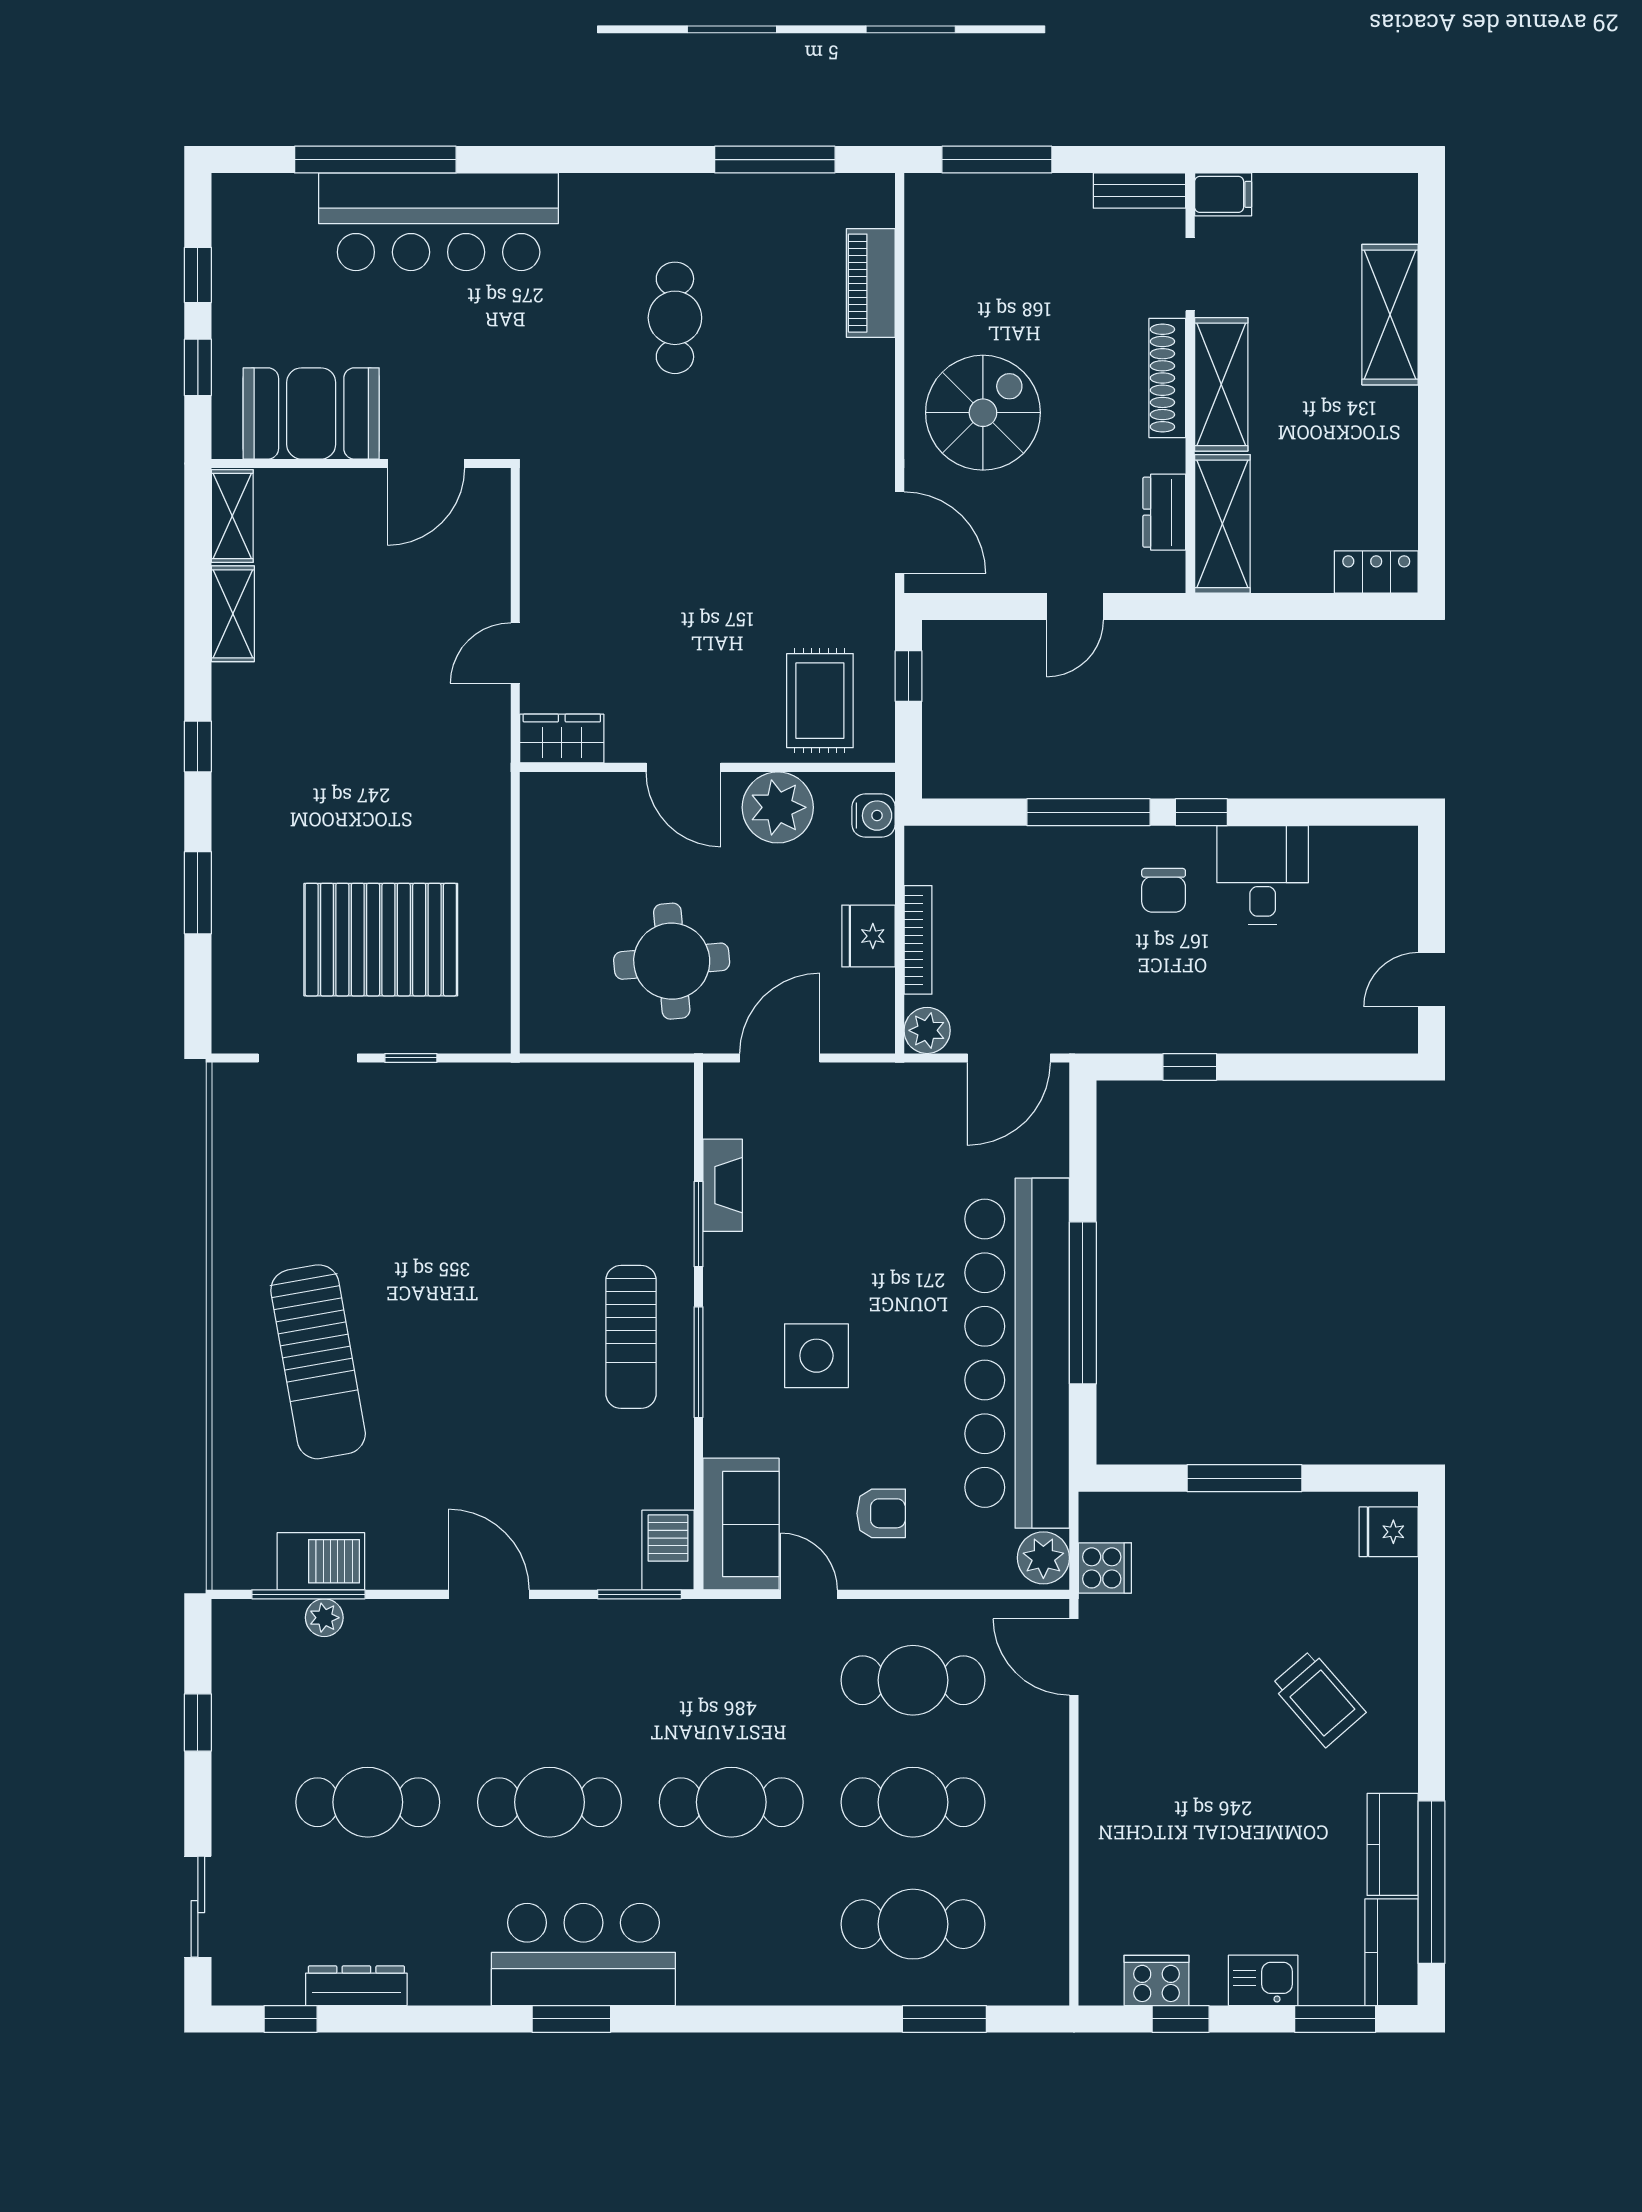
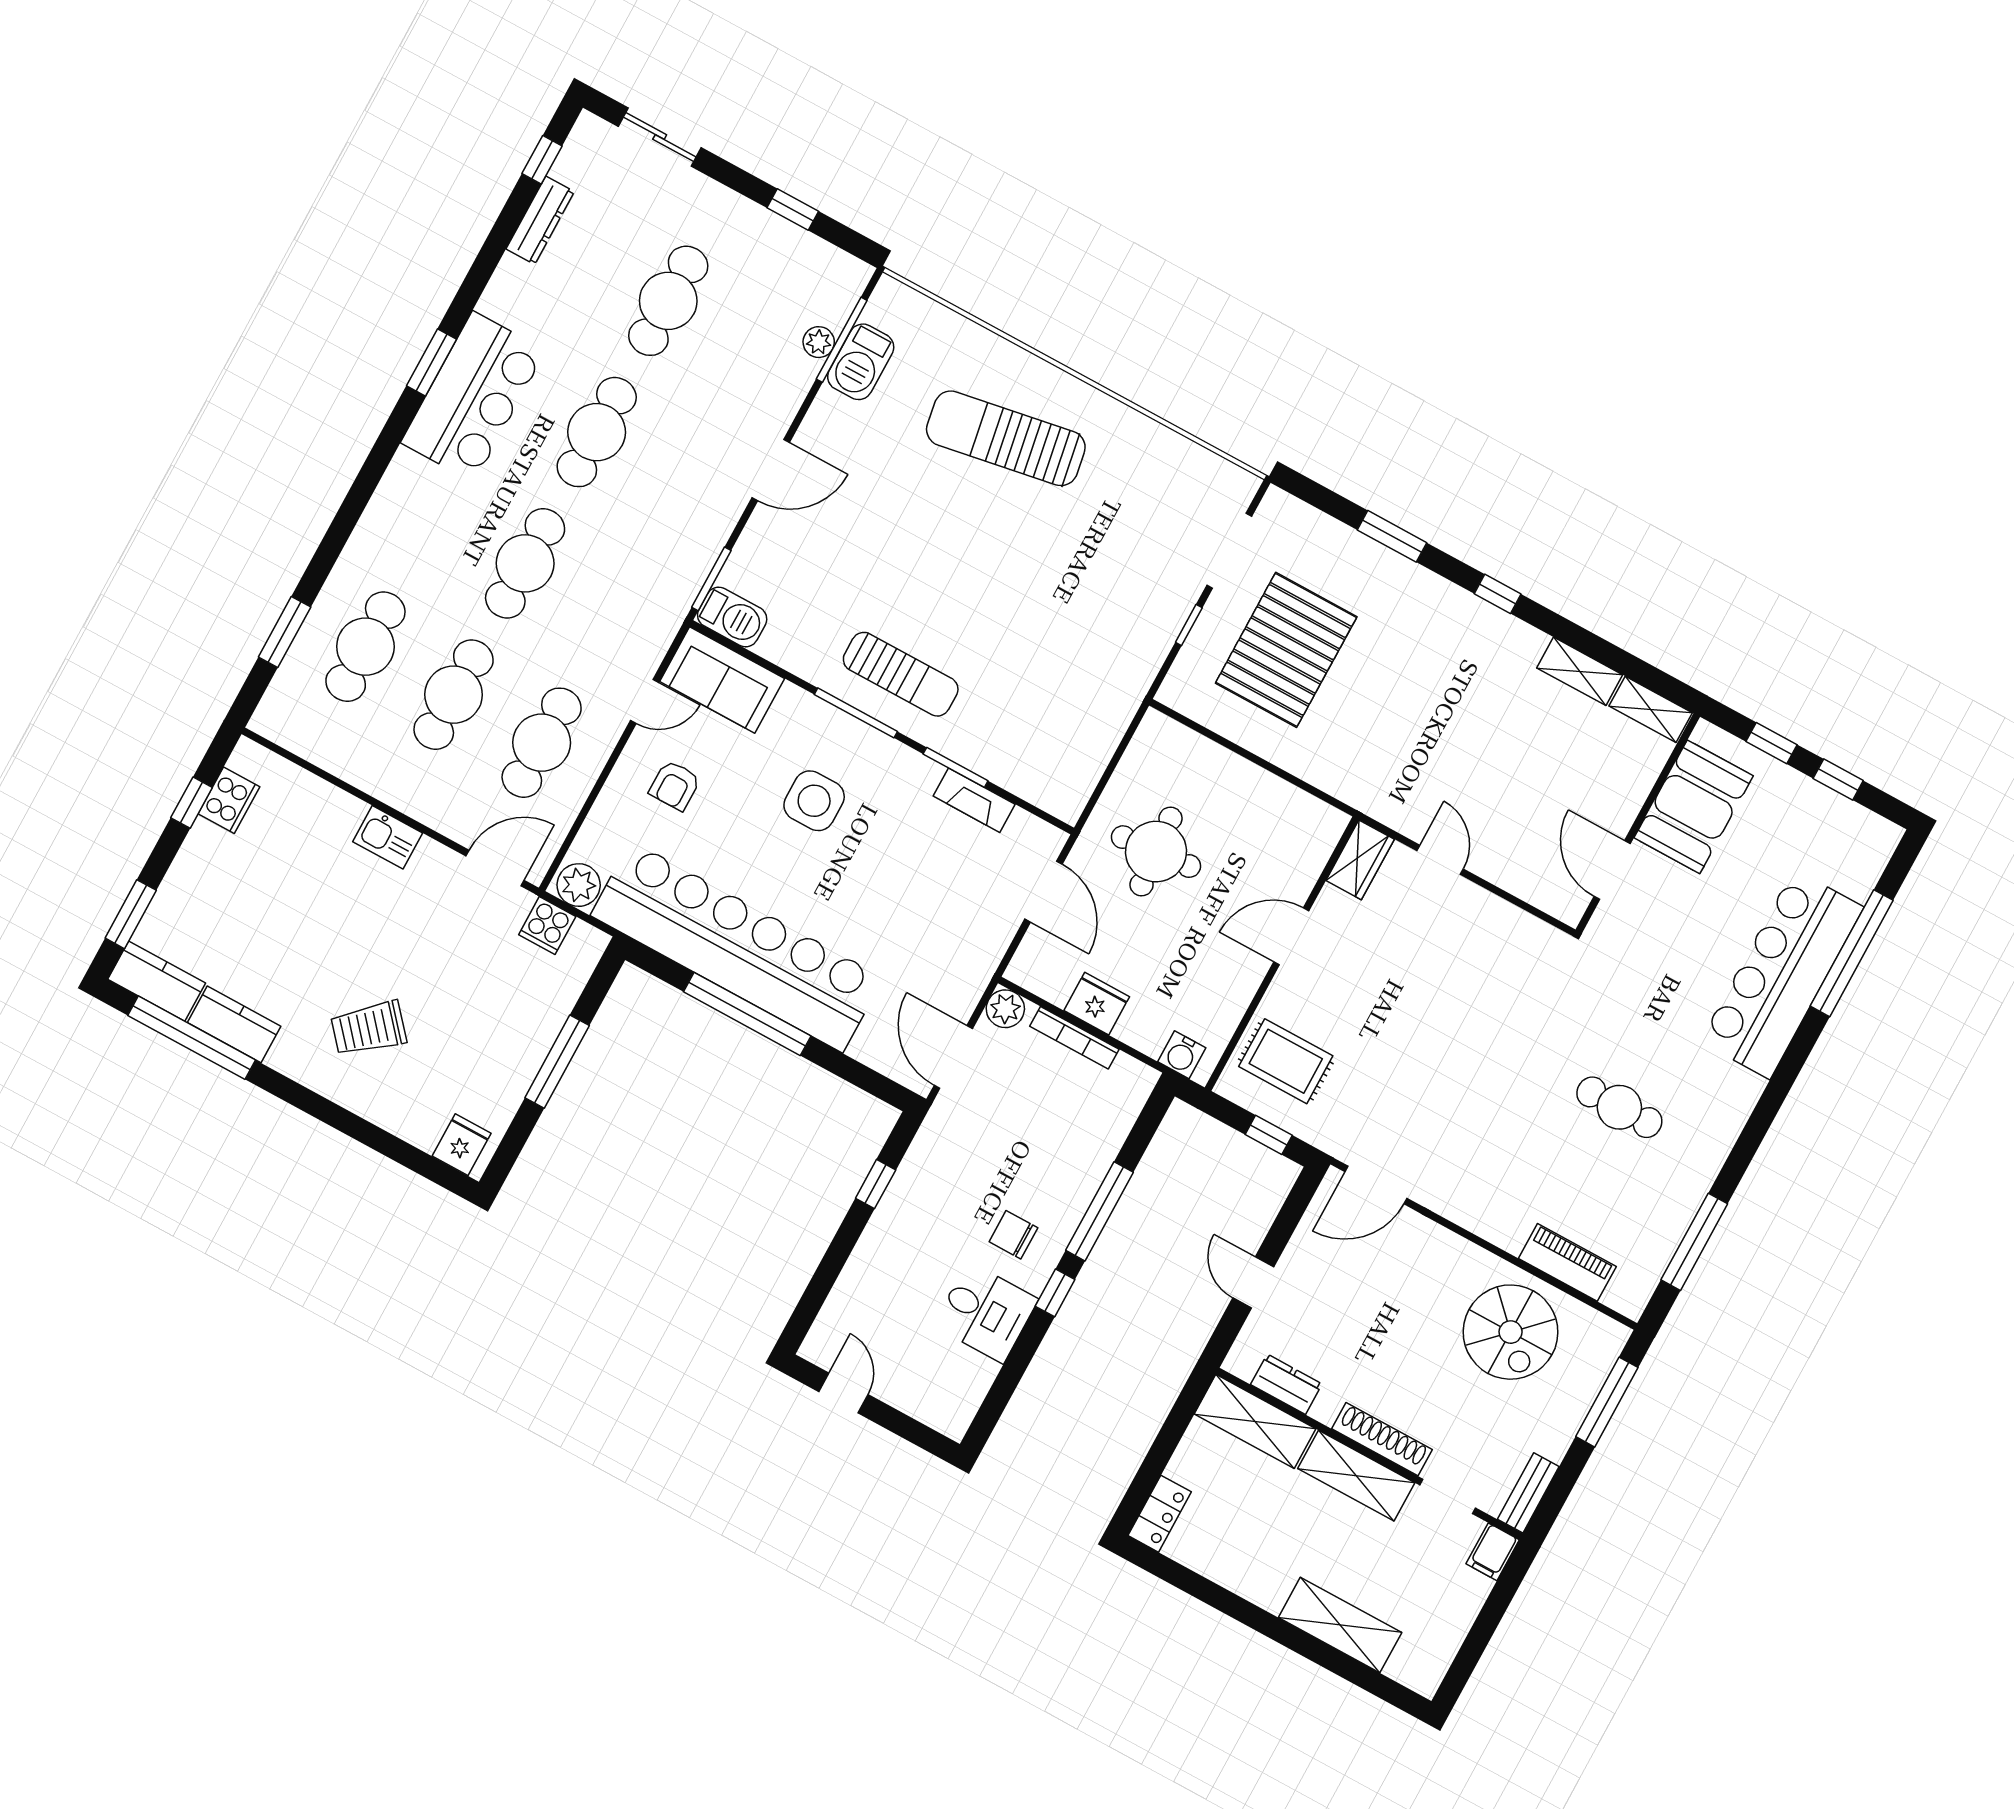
spiral stairs: (983, 413) -> (1511, 1332), moved
plant: (778, 807) -> (1225, 989), removed
sun lounger: (631, 1337) -> (901, 674), turned 180
kitchen sink: (1263, 1980) -> (388, 837), moved, turned 90

